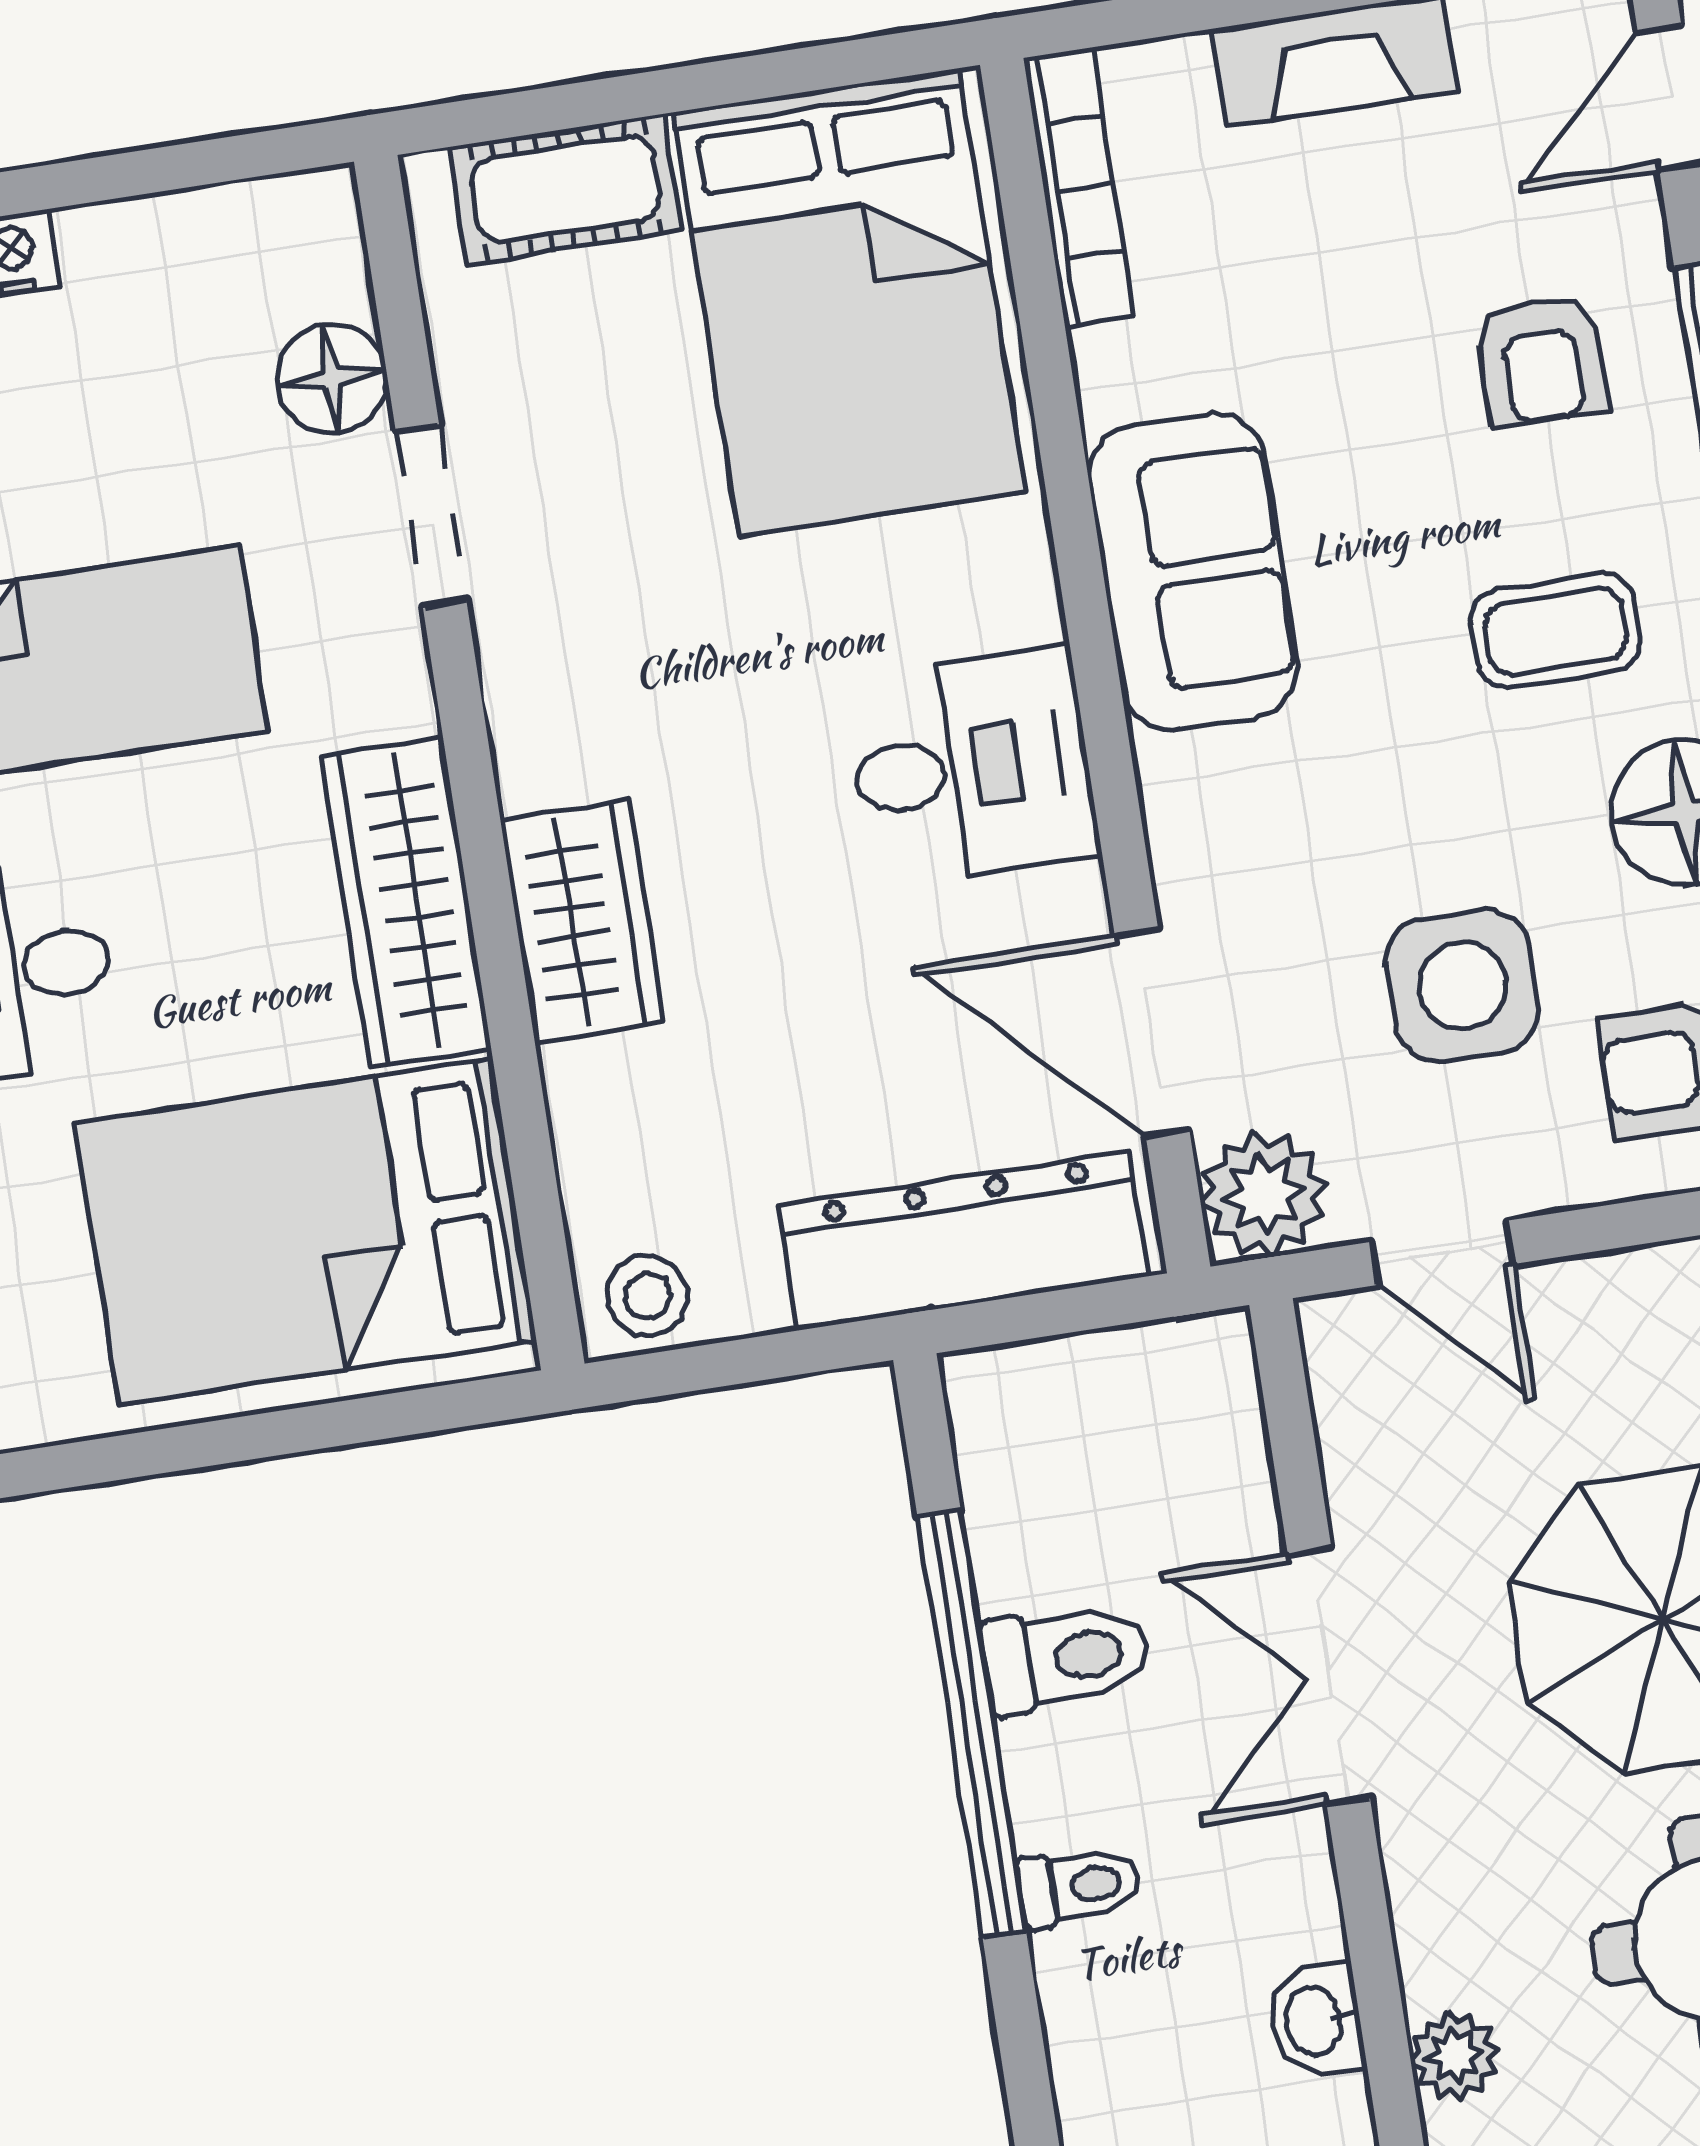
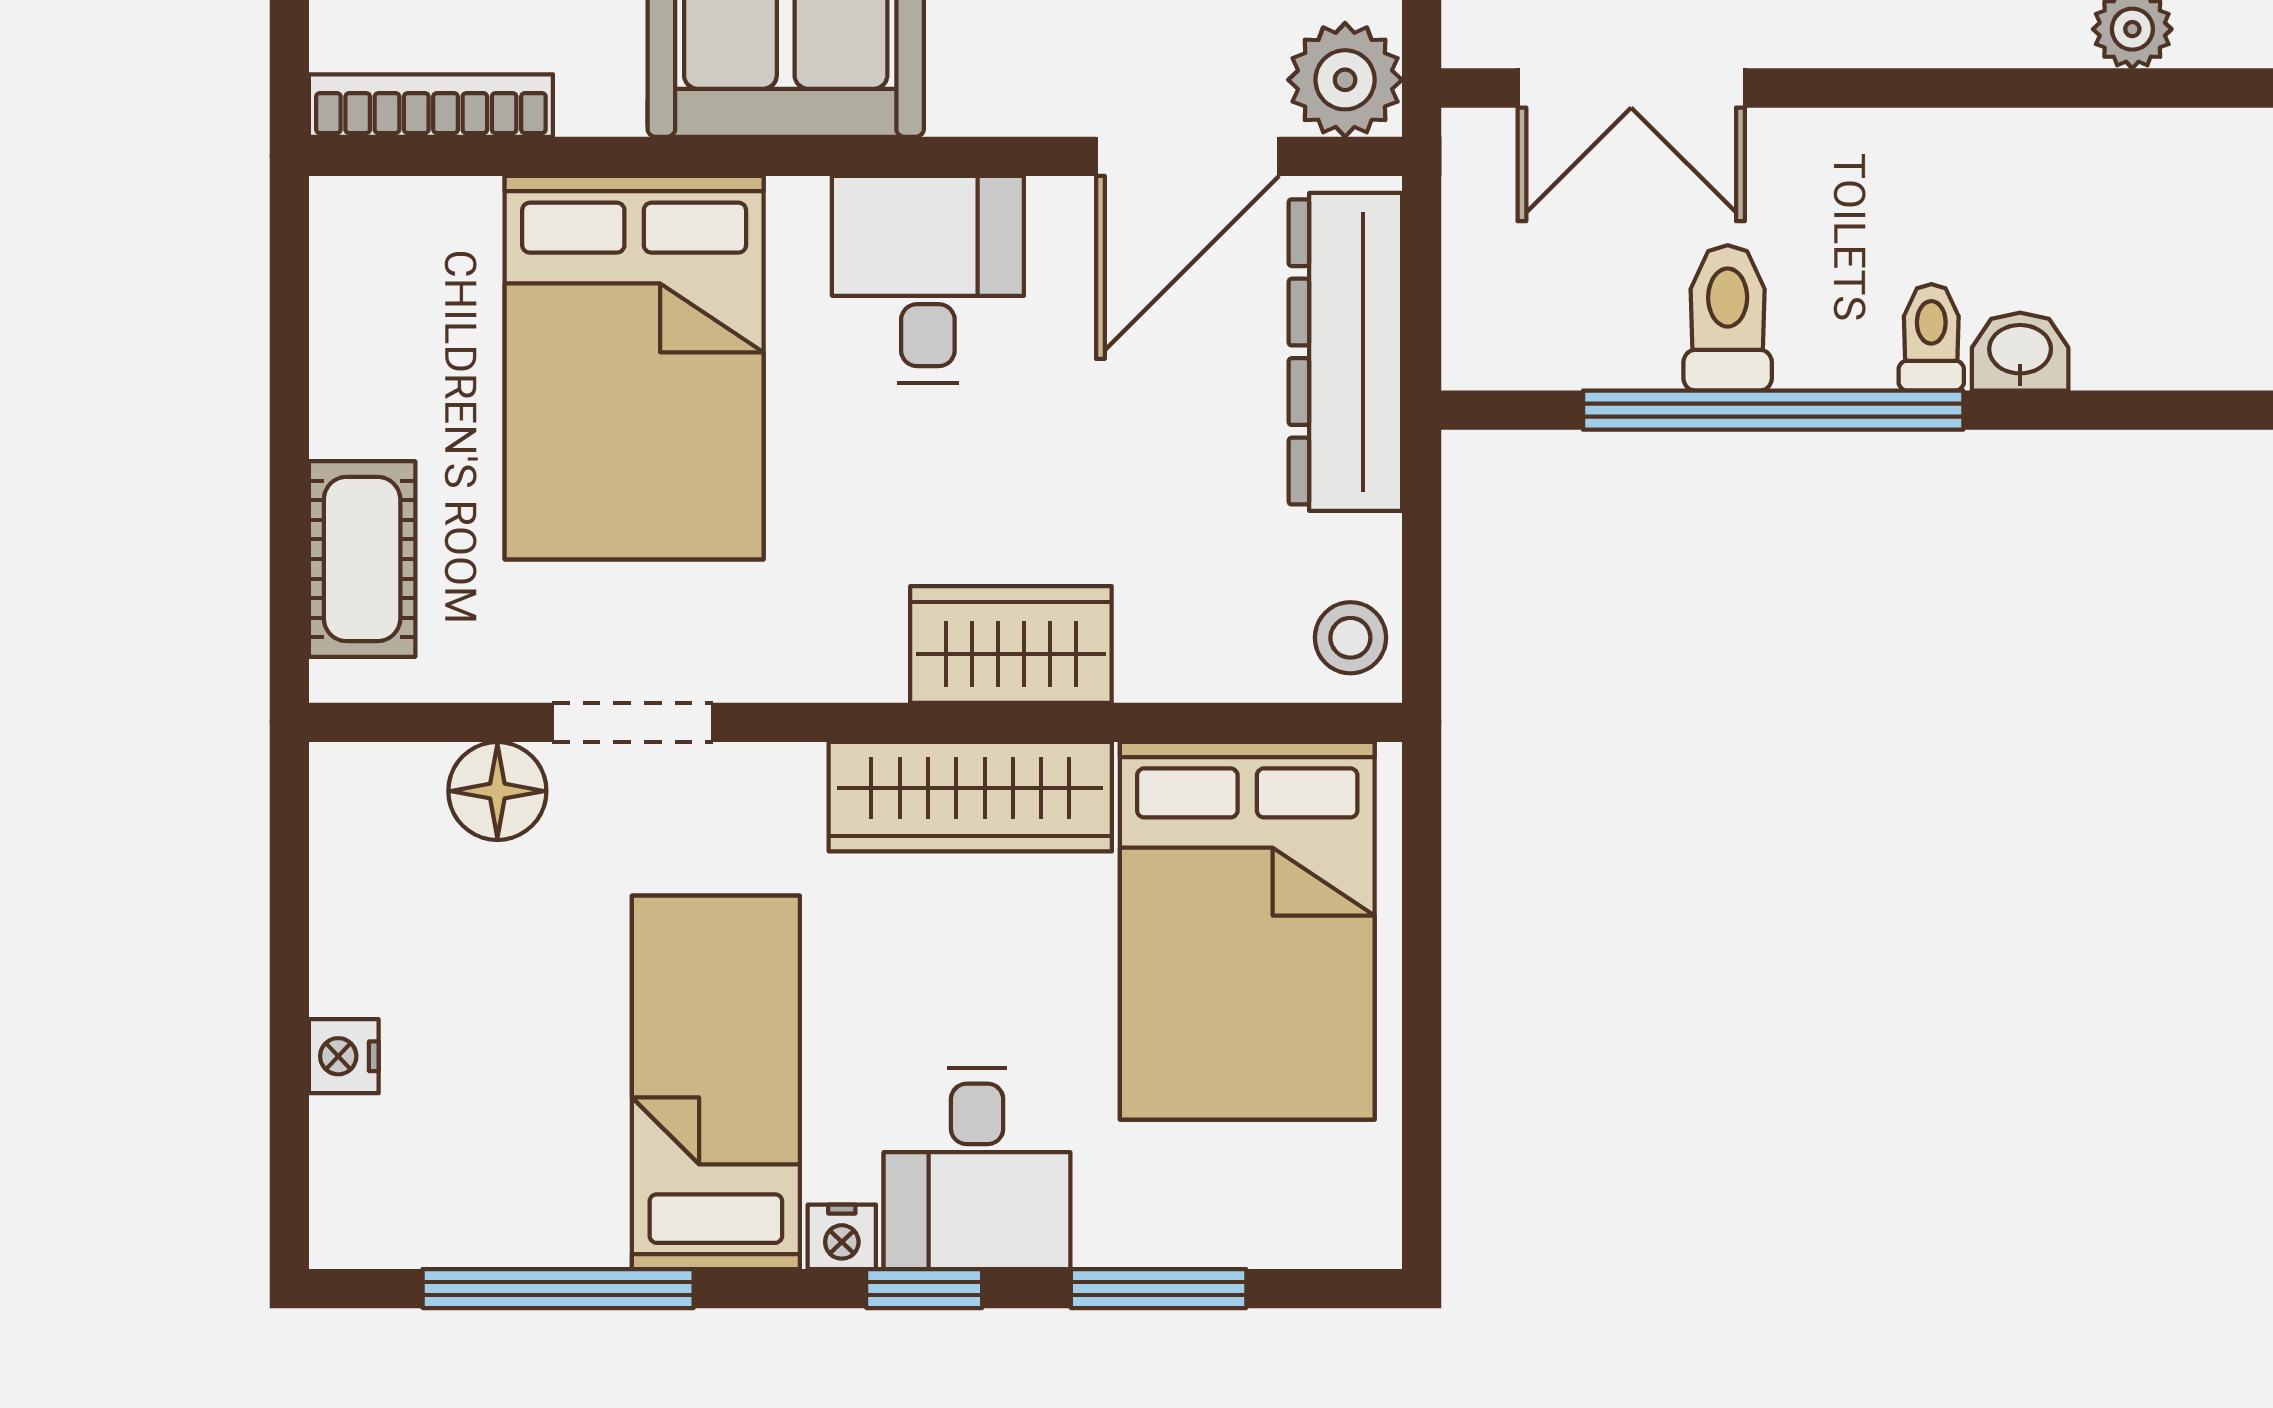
bed: (849, 302) -> (634, 368), moved, turned 90
double door: (1329, 1676) -> (1631, 88), moved
washbasin: (1316, 2020) -> (2020, 352), moved, turned 180

